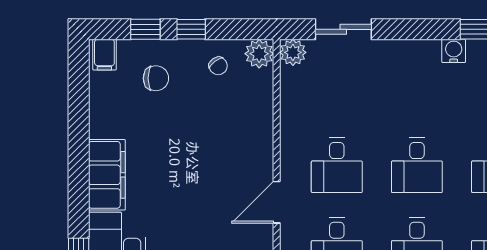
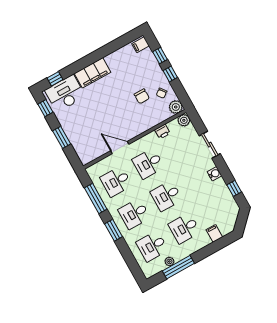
sliding door: (343, 29) -> (210, 145), moved
water cooler: (454, 51) -> (215, 174), moved
chair: (156, 78) -> (142, 96), moved
printer: (292, 105) -> (162, 132), added

